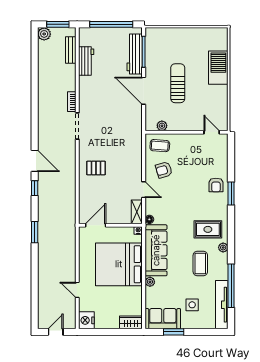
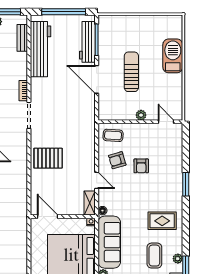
workbench: (86, 61) -> (40, 49), width x1.88, depth x1.32
plant: (162, 126) -> (141, 115), moved
pallet: (96, 168) -> (48, 158), width x1.50, depth x1.42
armchair: (216, 185) -> (141, 166), moved
door: (96, 225) -> (48, 217), hinge flipped
plant: (223, 248) -> (178, 259), moved

